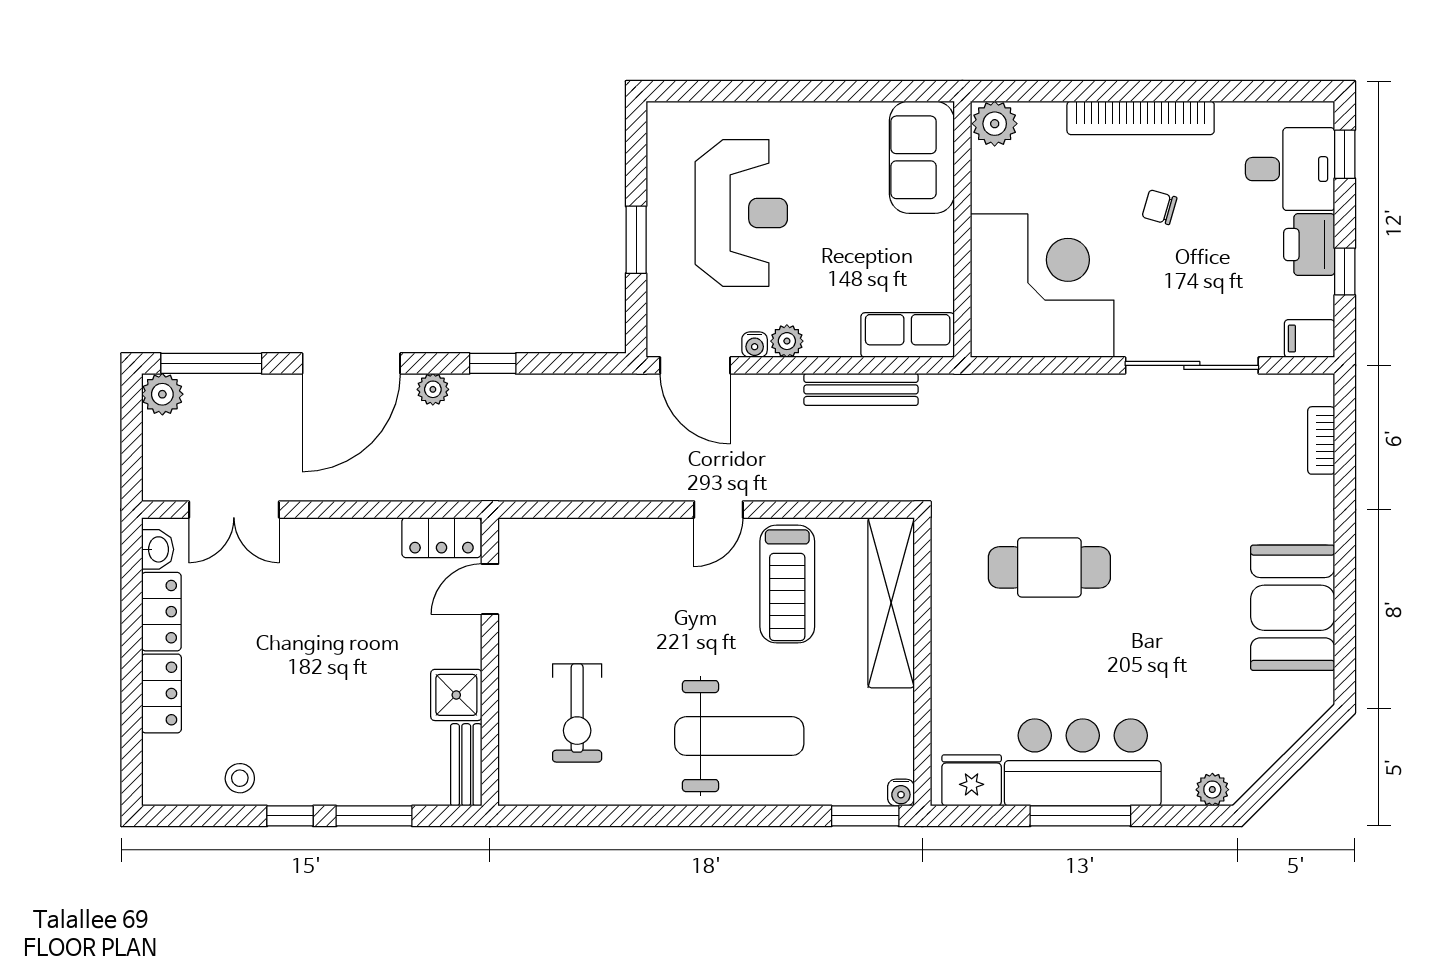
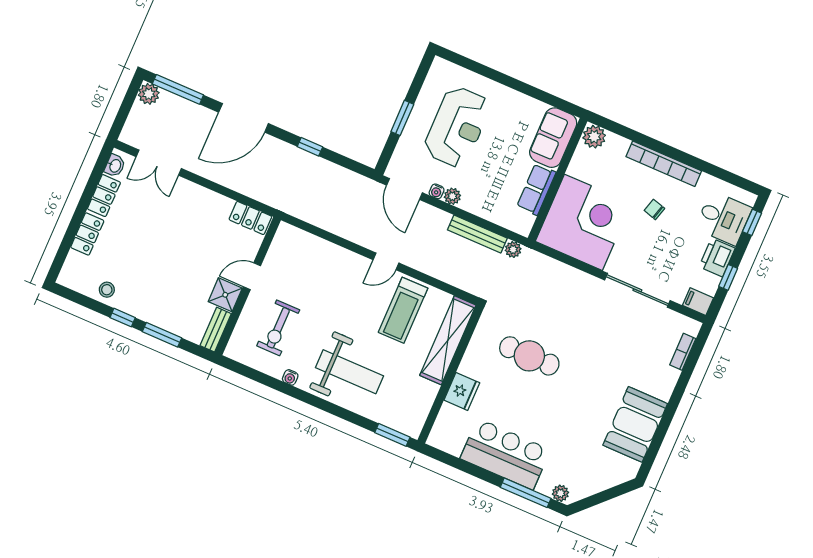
row of seats: (908, 335) -> (536, 189), moved, turned -90
plant: (433, 389) -> (513, 250), moved
door: (490, 589) -> (252, 276), moved
fridge: (972, 780) -> (462, 391), moved, turned 90
water cooler: (901, 793) -> (290, 377), moved
window: (1080, 816) -> (526, 493), moved

